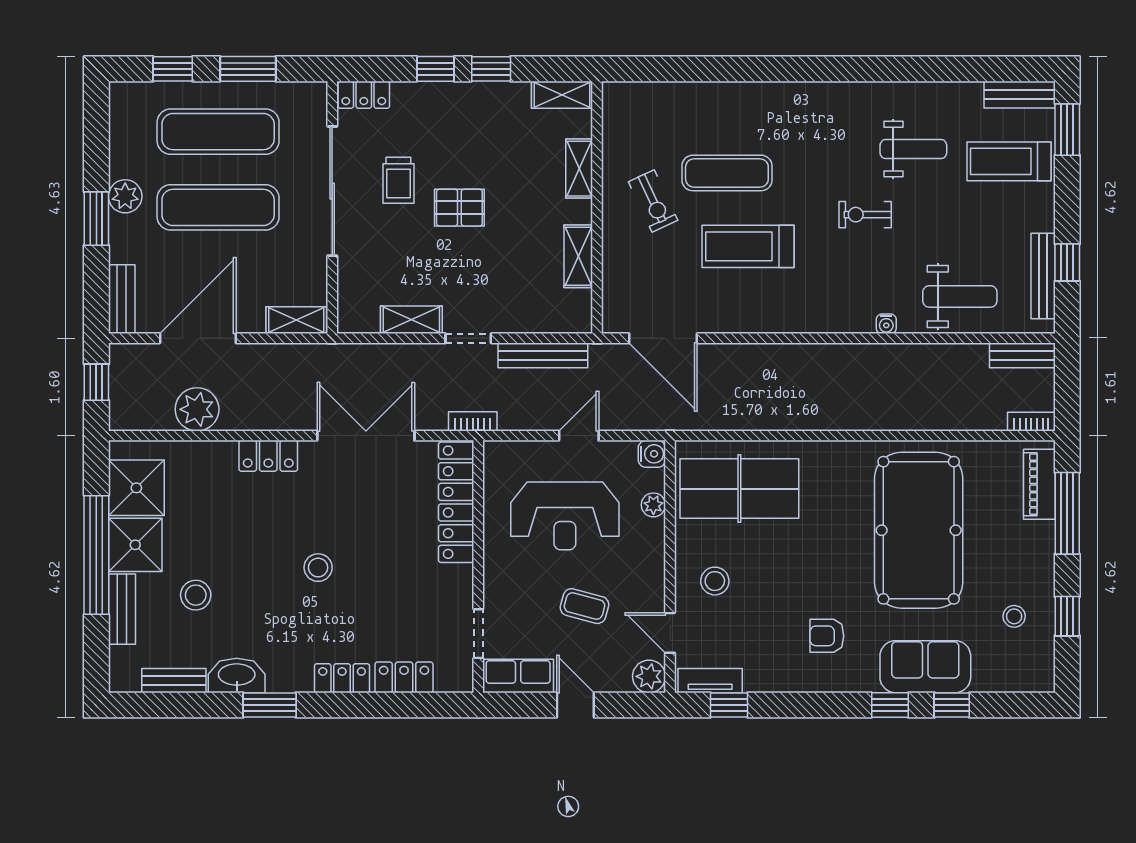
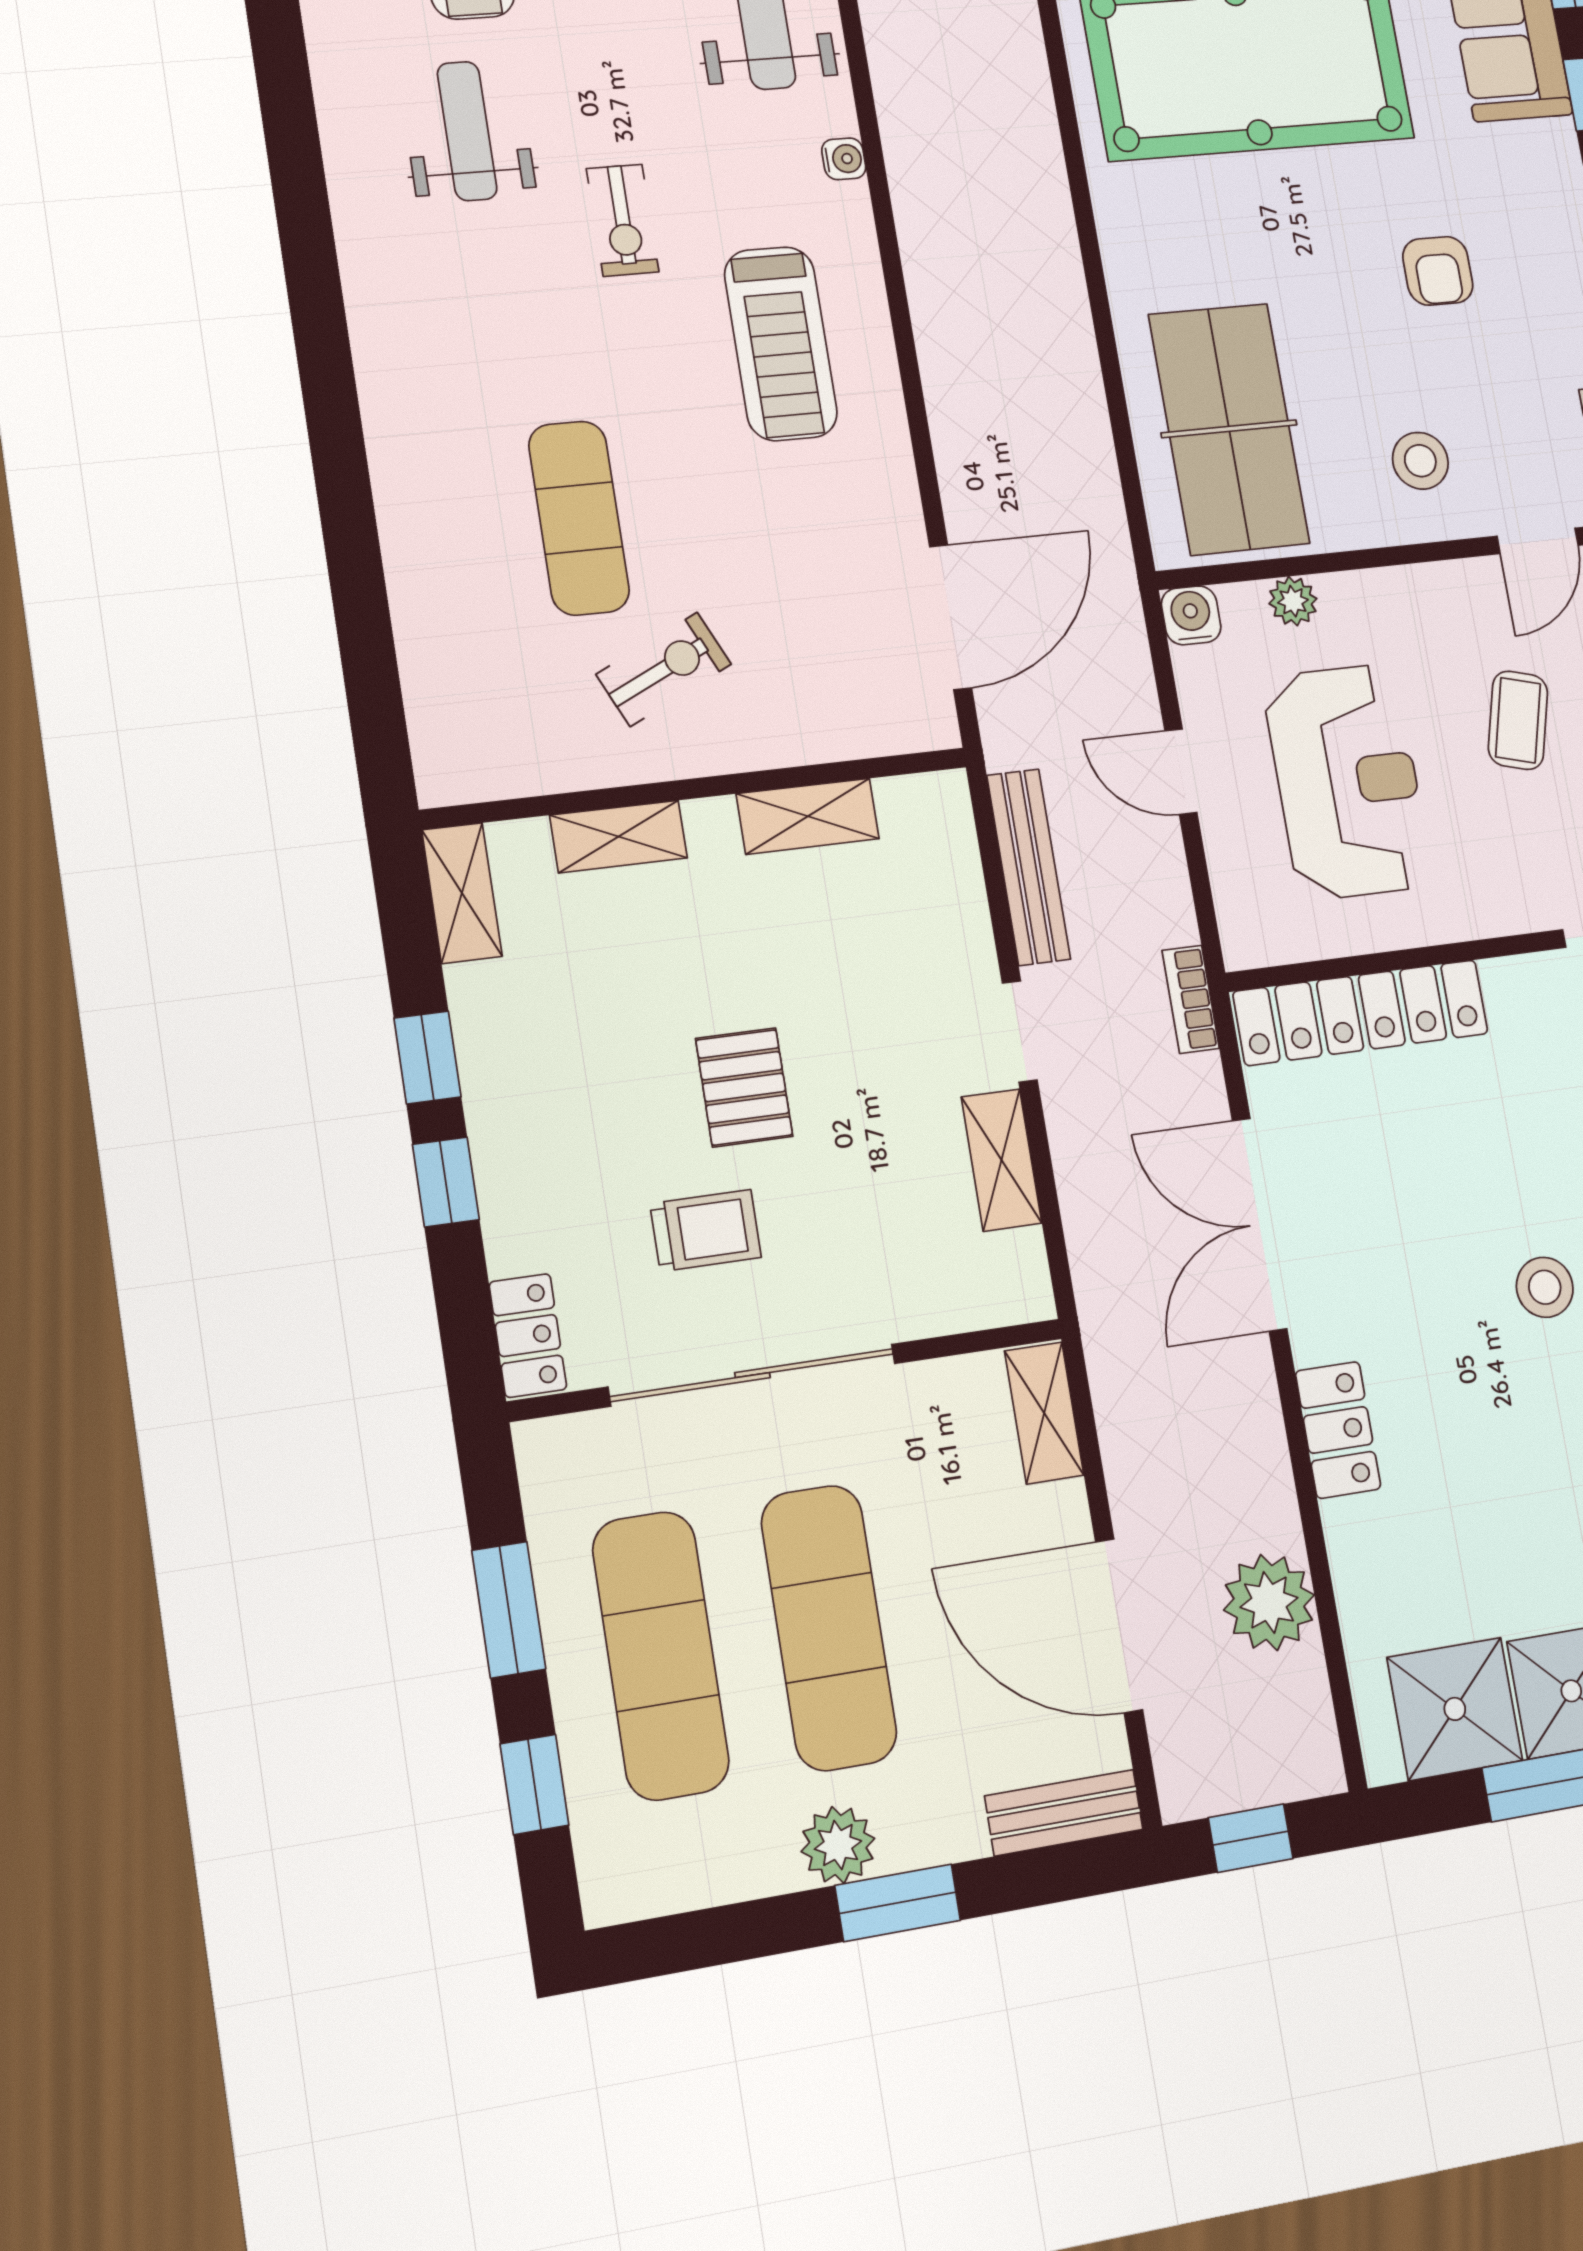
treadmill: (748, 246) -> (781, 344), moved
armchair: (827, 636) -> (1438, 271), moved

